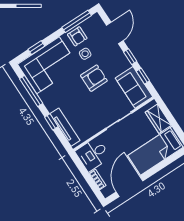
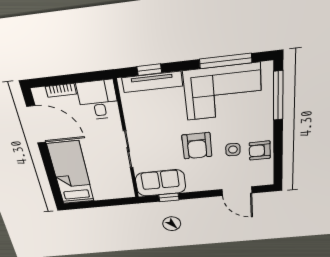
window: (77, 21) -> (278, 158), removed
window: (36, 48) -> (278, 96), width x2.17
window: (130, 57) -> (199, 195), removed
corner sofa: (48, 65) -> (223, 92), moved, turned -90
wardrobe: (158, 119) -> (109, 191), removed
window: (51, 122) -> (149, 70), moved

